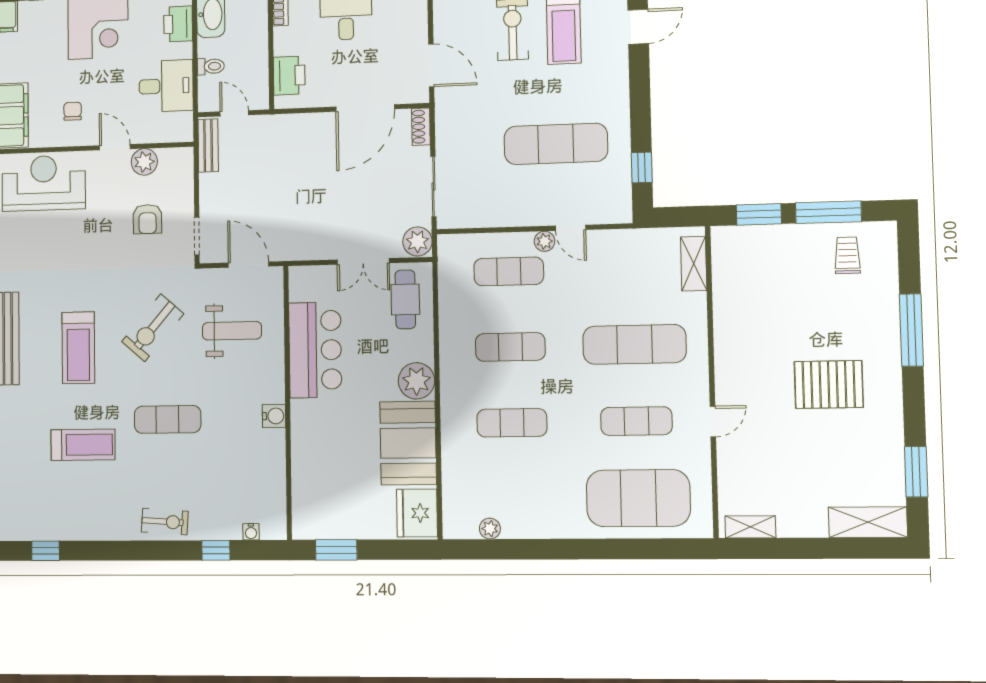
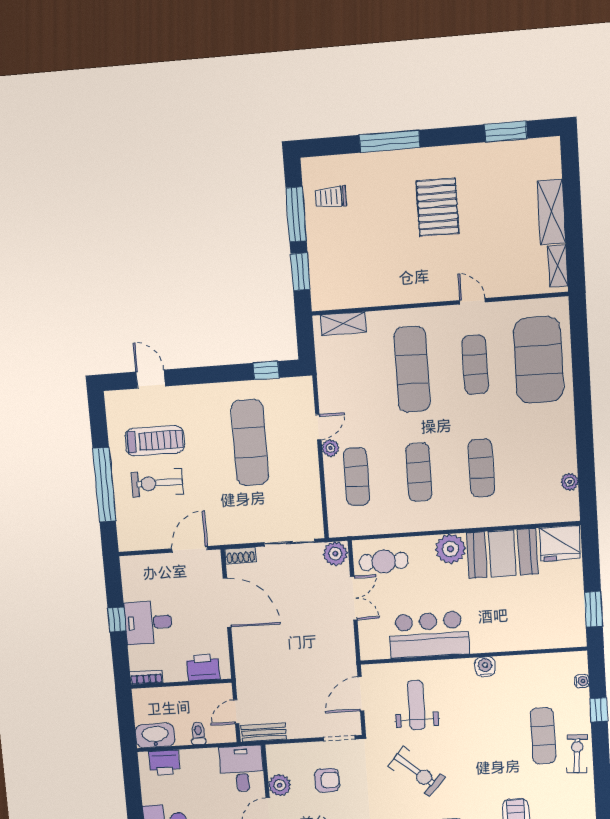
desk: (166, 86) -> (242, 768), moved
exercise mat: (168, 419) -> (543, 736), moved
shelving: (868, 522) -> (551, 212), moved

